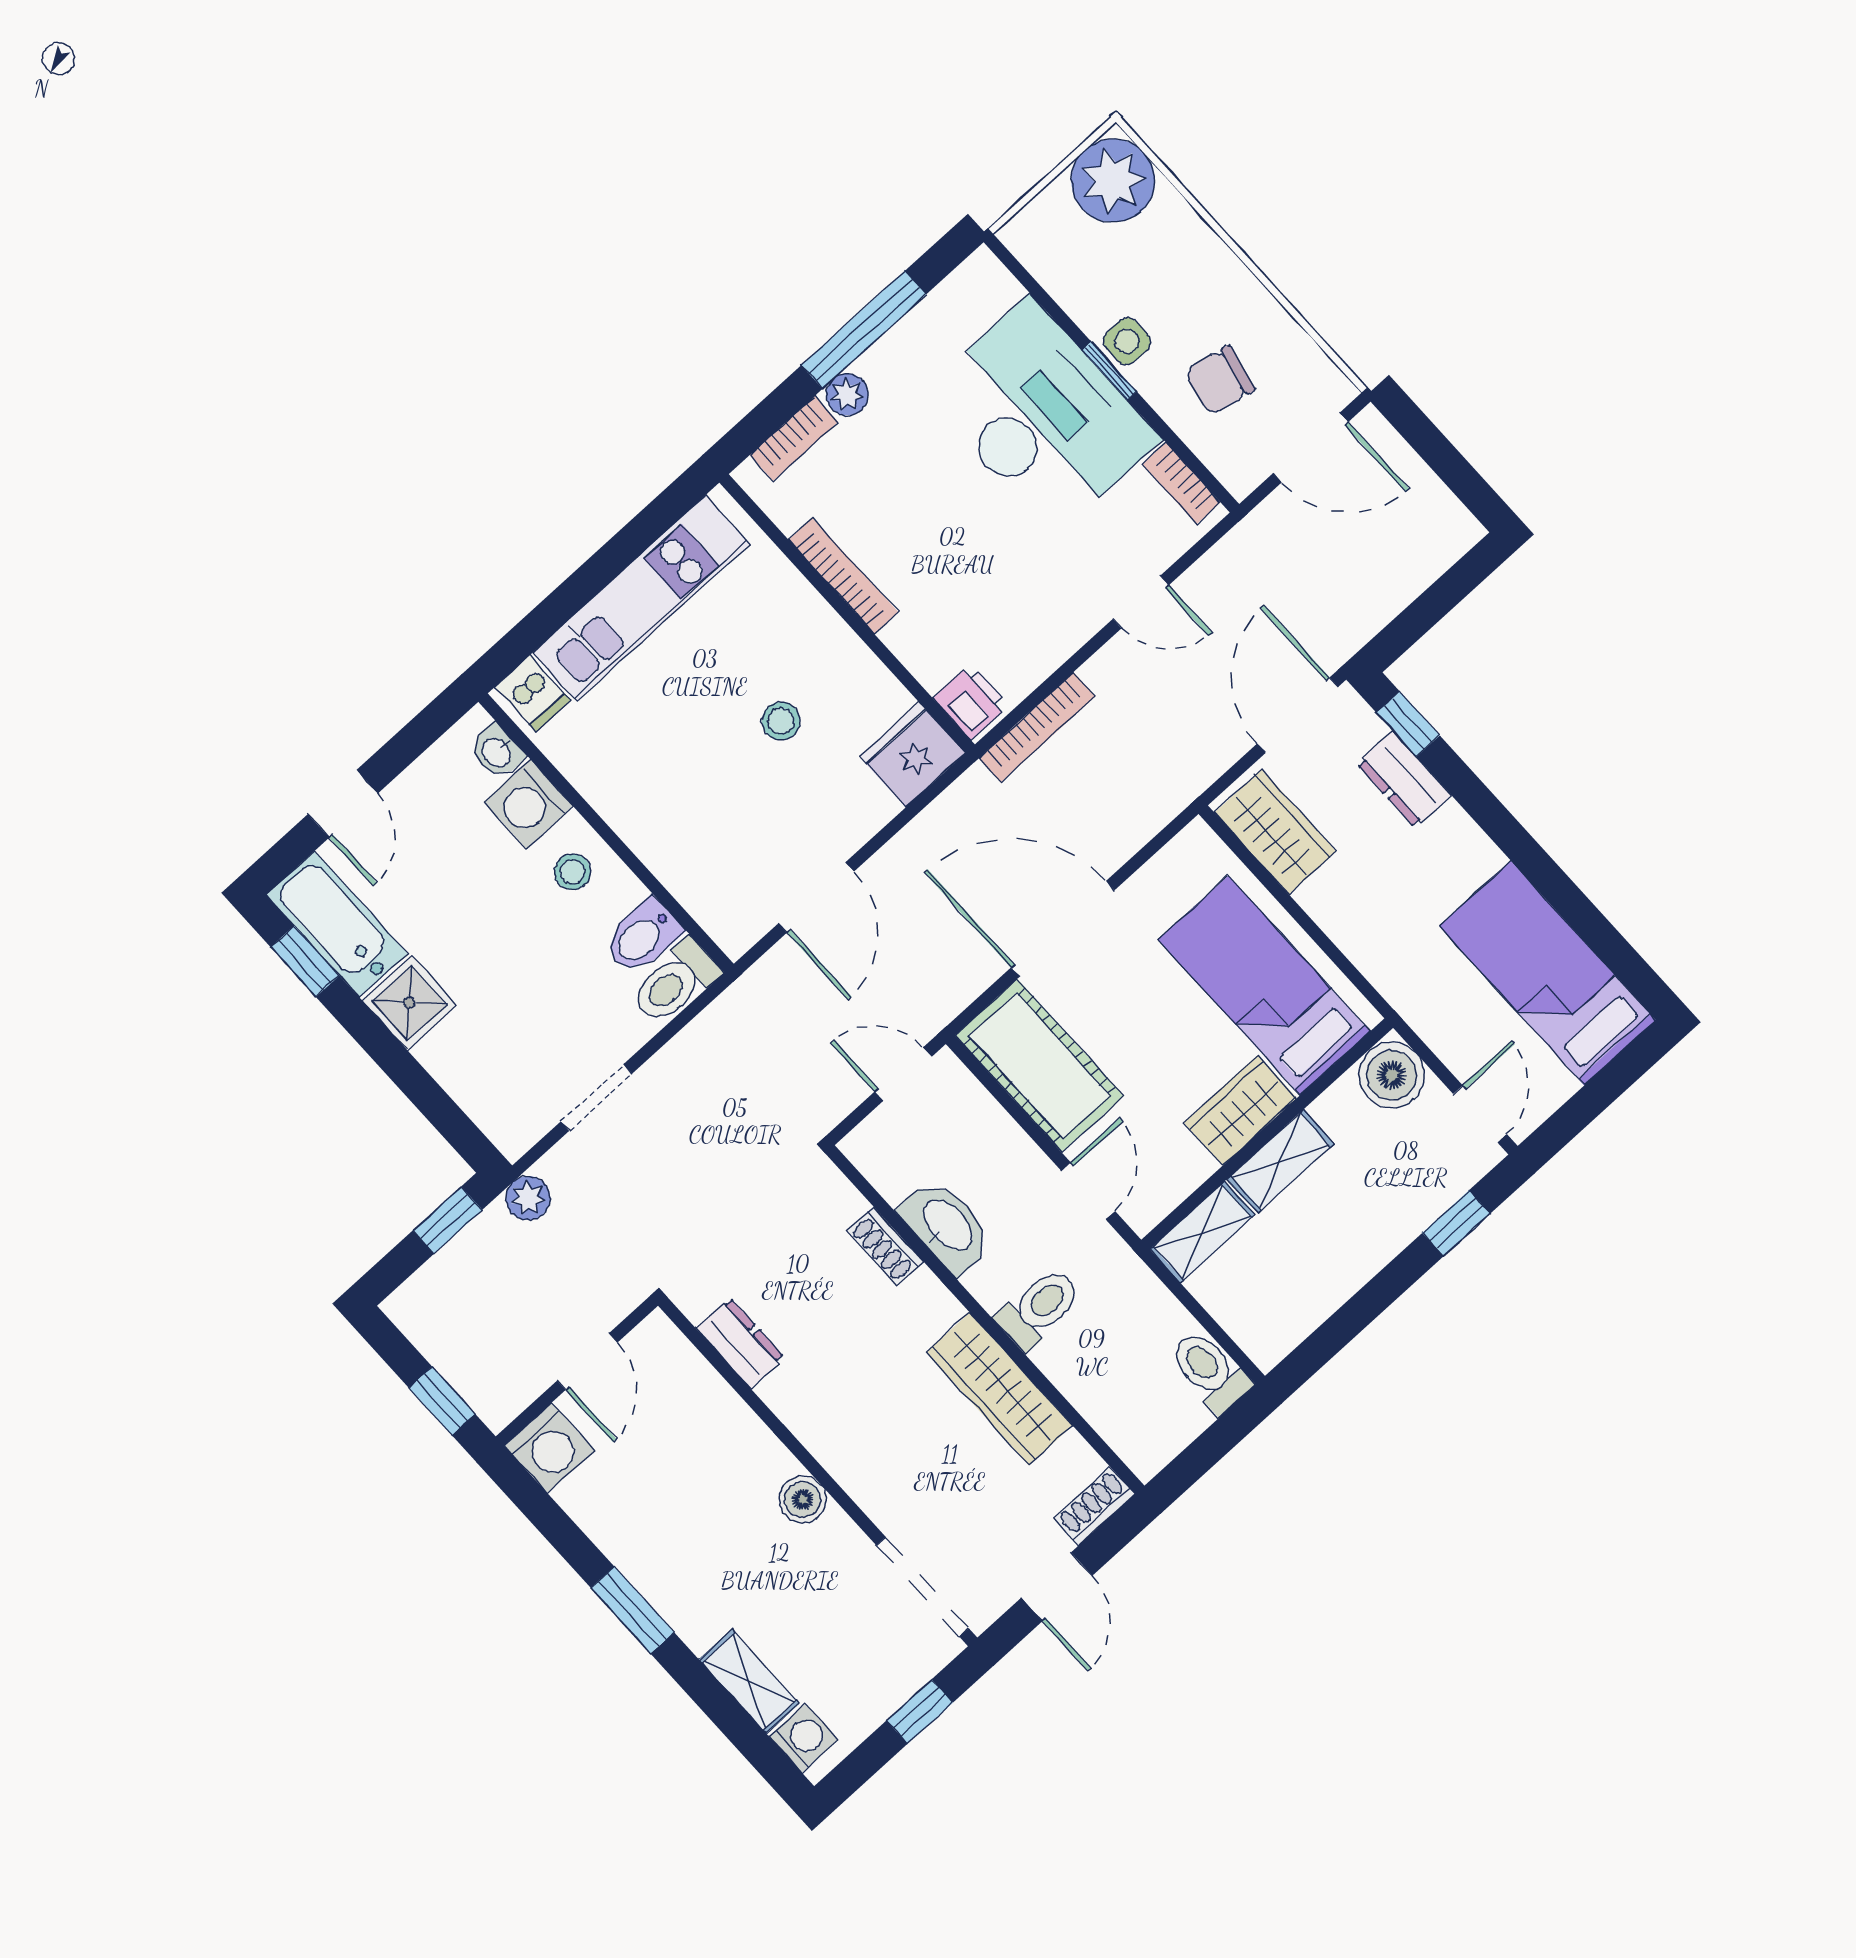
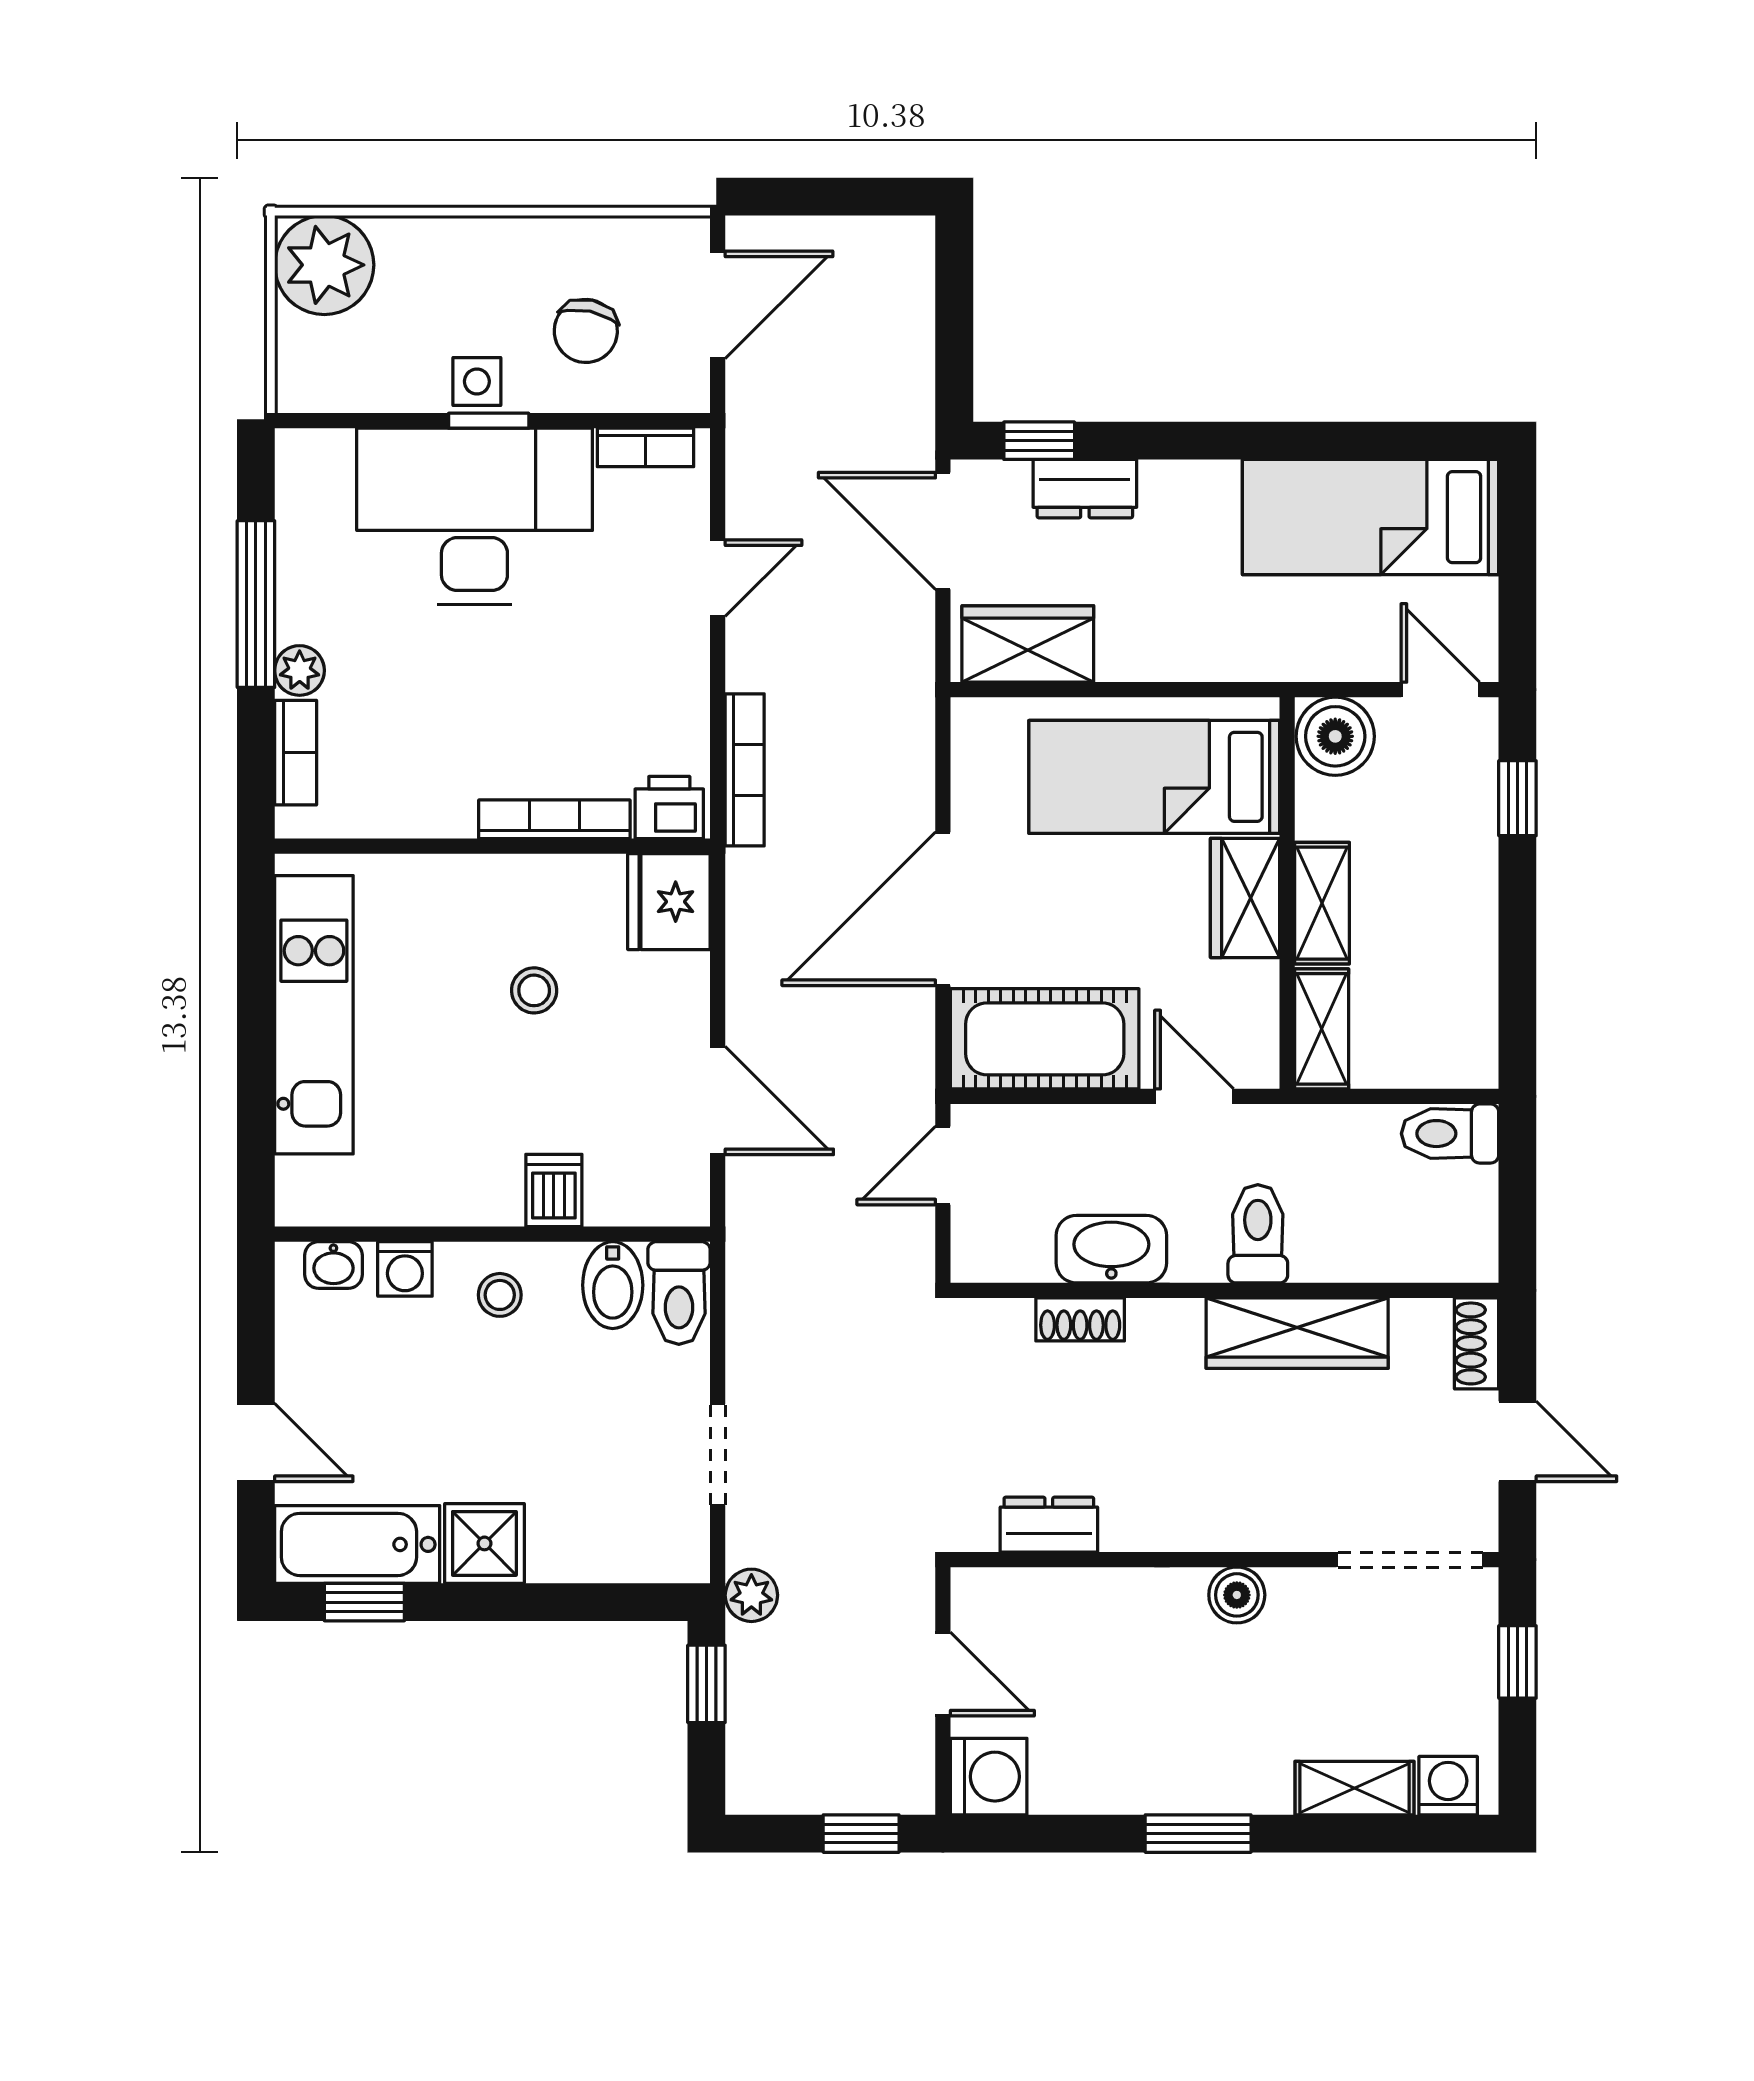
bookcase: (843, 576) -> (554, 819), moved
dishwasher: (533, 693) -> (554, 1190), moved, turned -90
washing machine: (529, 804) -> (405, 1269), width x0.73, depth x0.73

